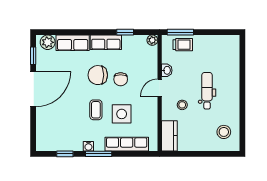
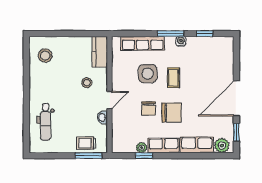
plant: (152, 40) -> (142, 148), moved
chair: (121, 79) -> (149, 108), turned 180
dental chair: (207, 91) -> (45, 122), moved

